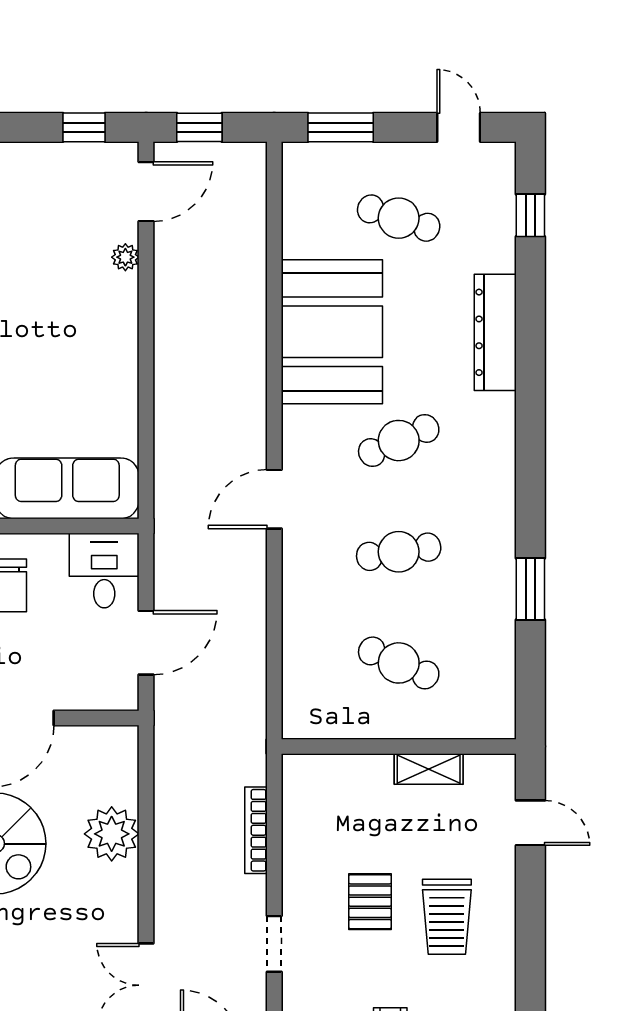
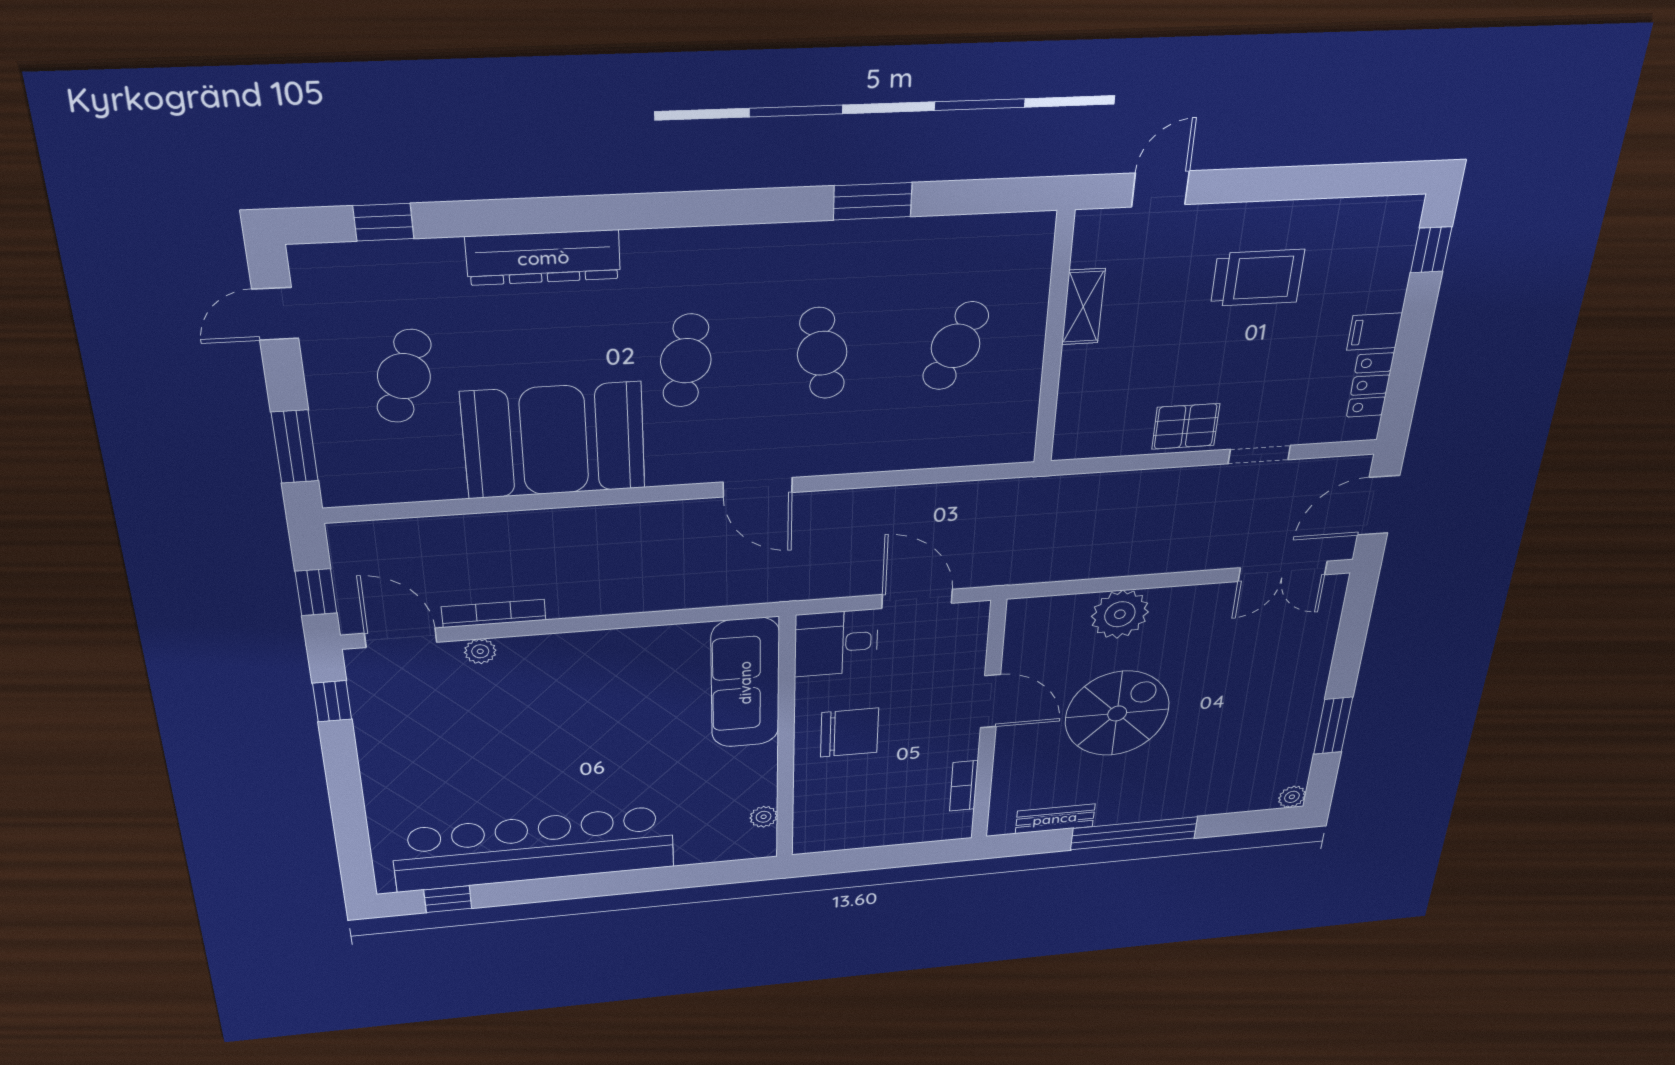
cafe table: (399, 441) -> (686, 361), turned 33
bookcase: (256, 830) -> (494, 613), moved, turned 180
pallet: (370, 902) -> (1186, 426), moved

